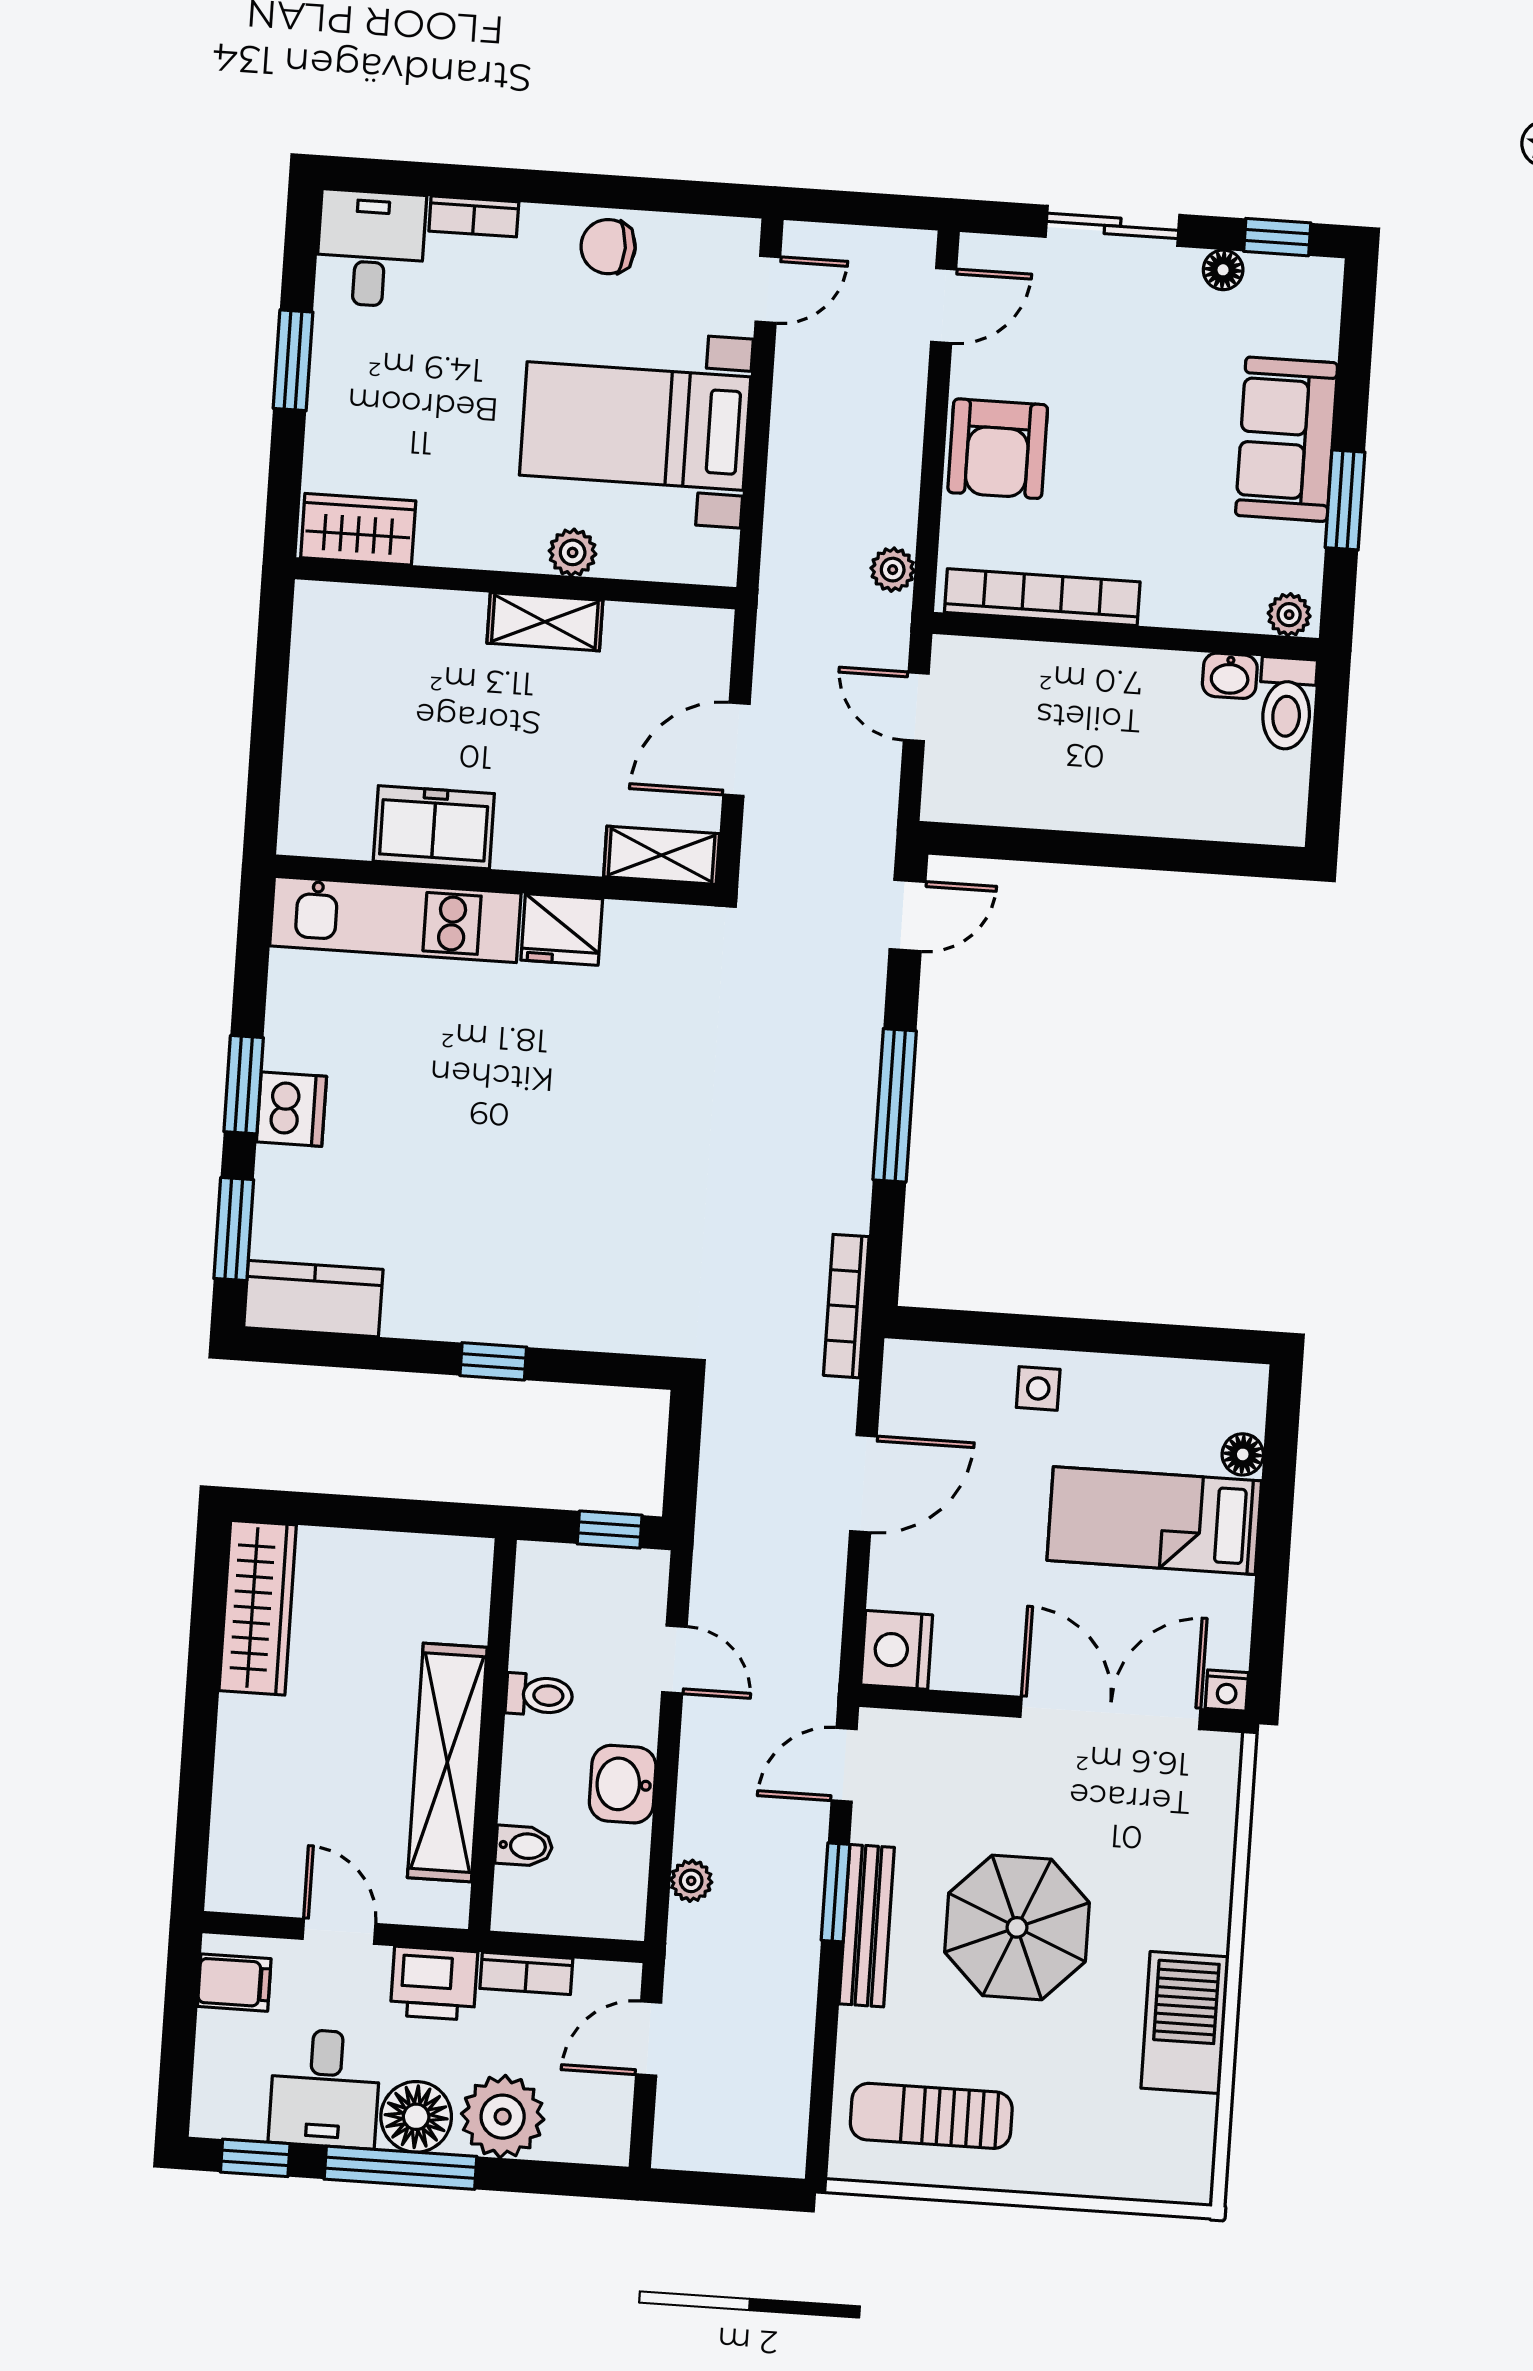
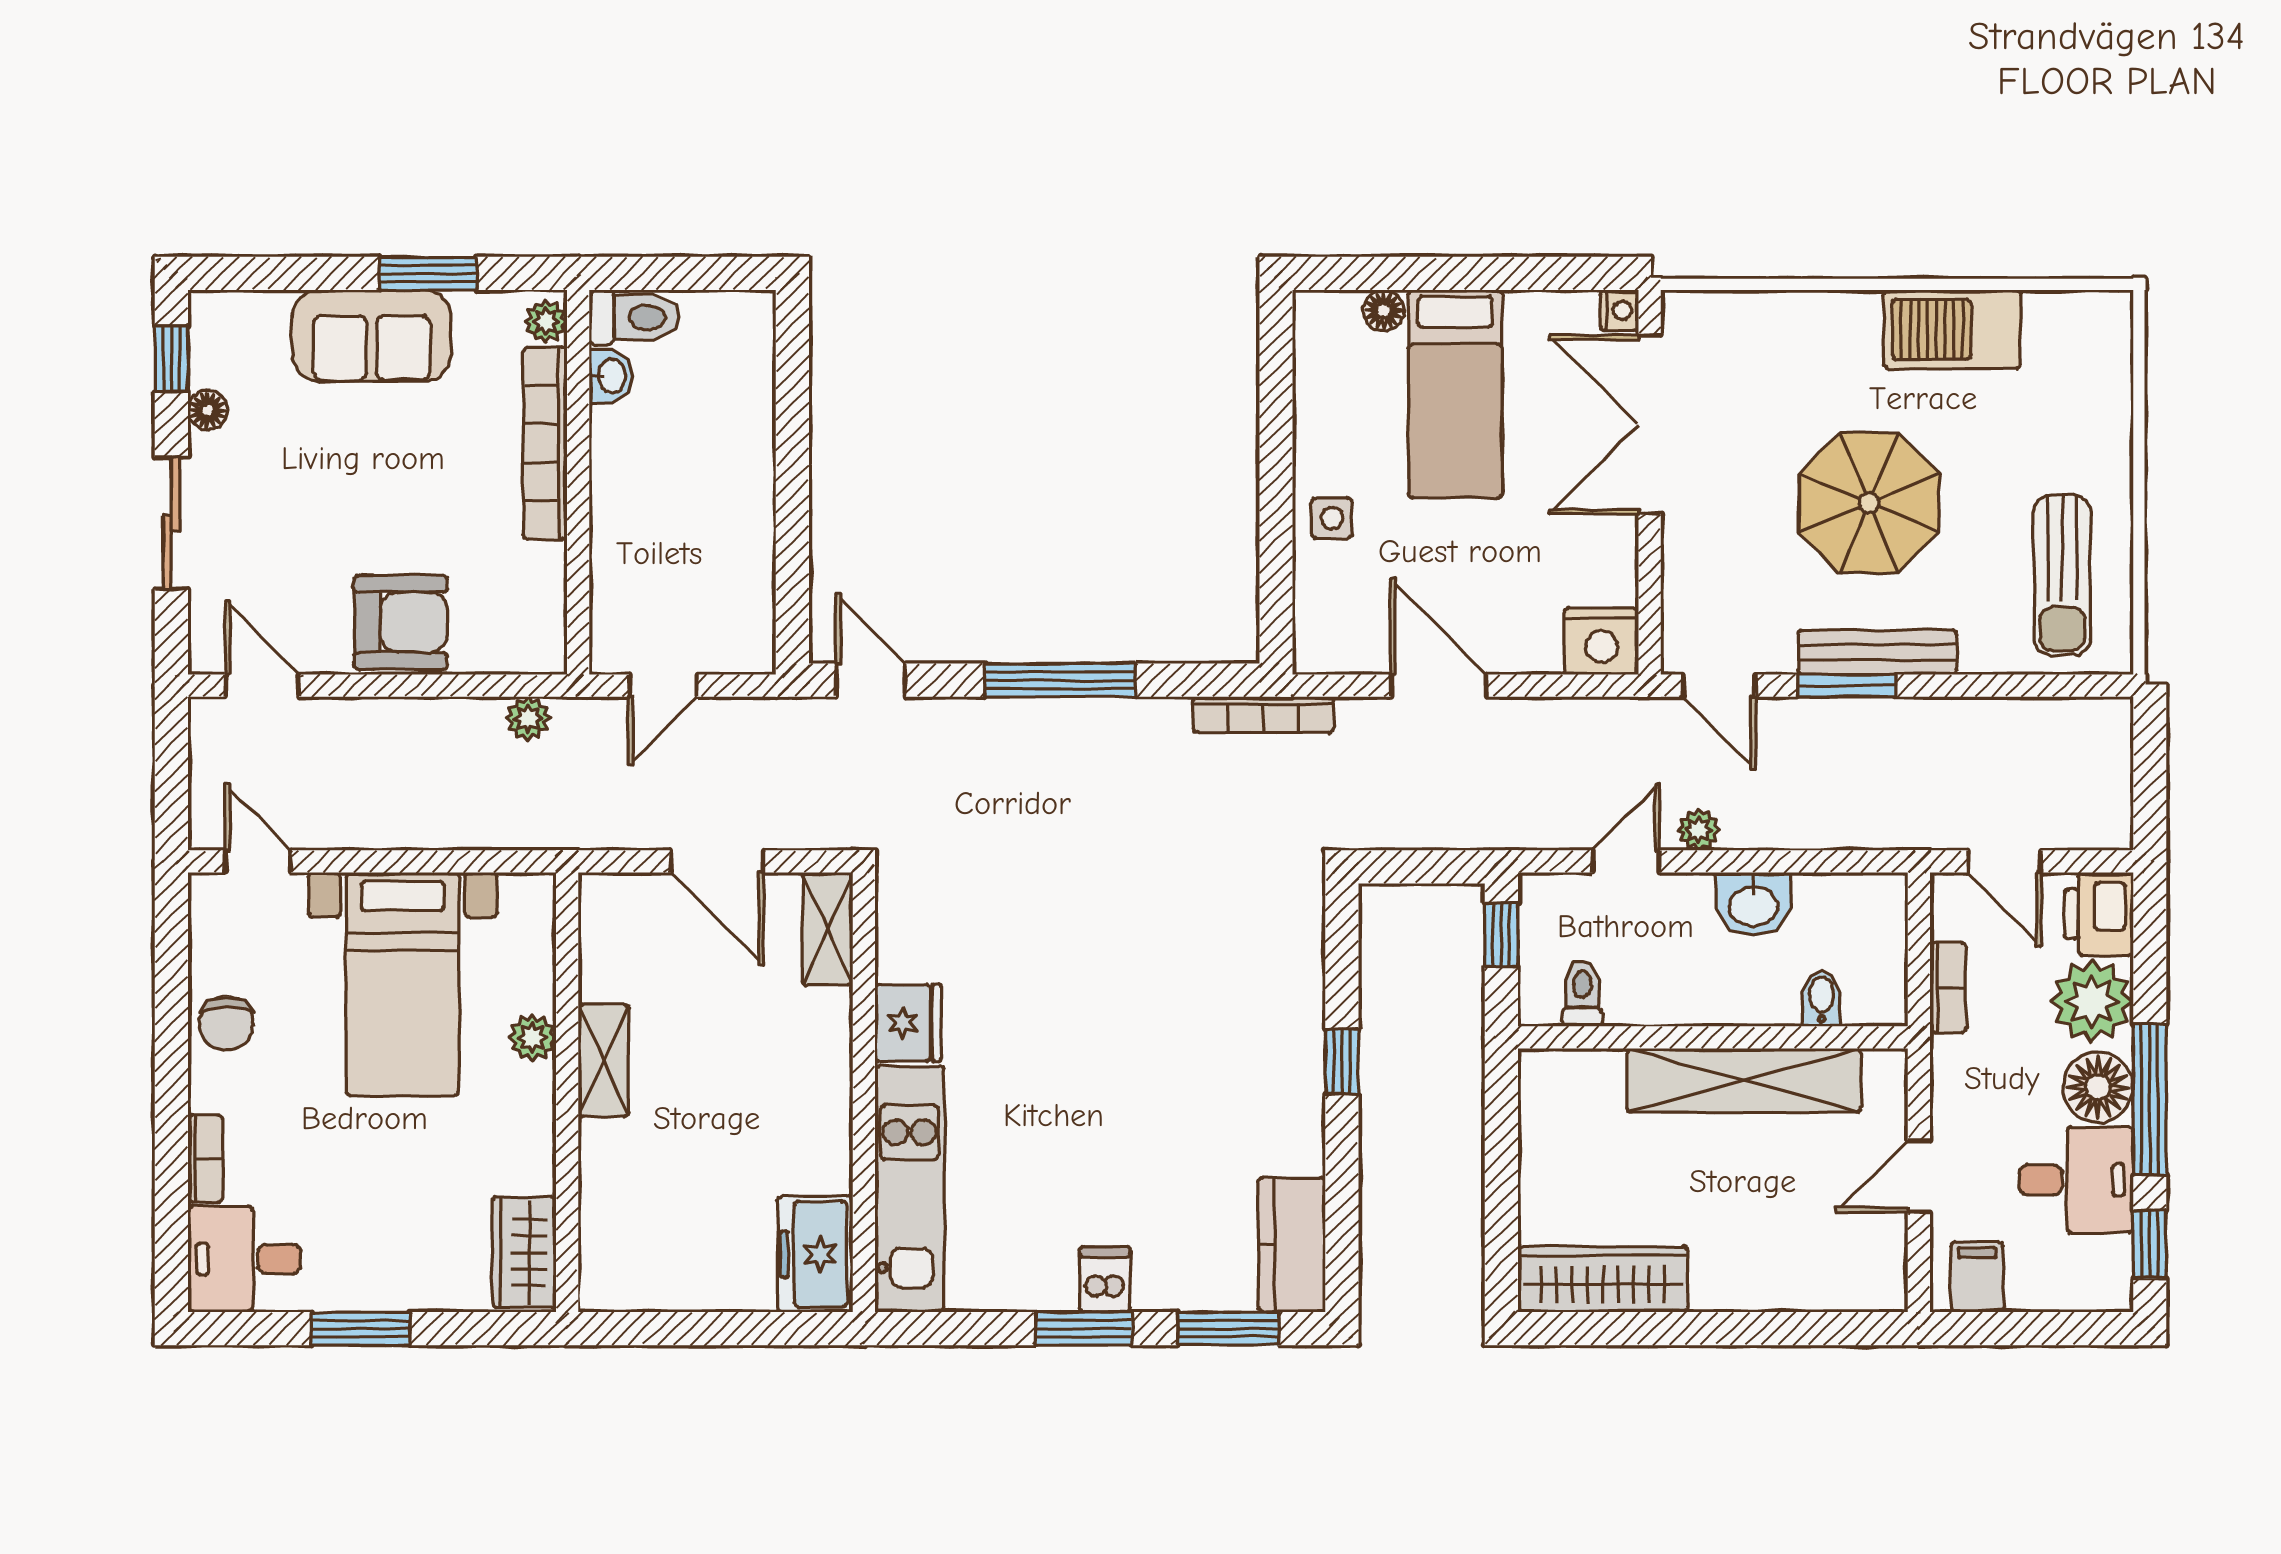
bookcase: (1042, 597) -> (545, 443), moved
freezer: (434, 827) -> (815, 1254), moved
dishwasher: (291, 1109) -> (1105, 1279), width x0.73
toilet: (539, 1695) -> (1582, 993), moved
plant: (691, 1881) -> (1699, 830), moved
printer: (434, 1983) -> (2099, 914), moved, turned 180

